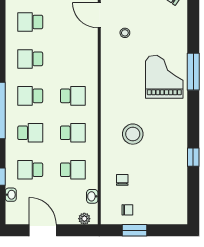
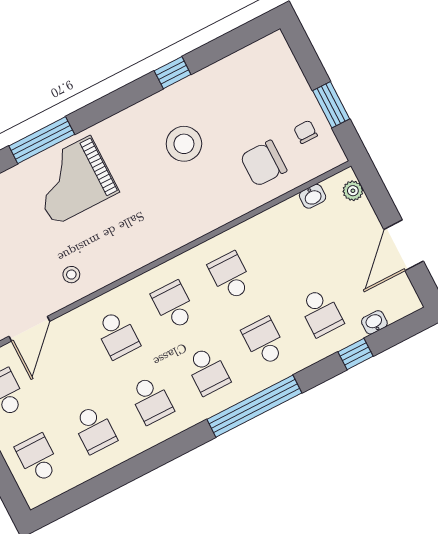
stool: (125, 33) -> (71, 275), moved
stool: (133, 134) -> (184, 144), moved
school desk: (73, 170) -> (117, 335), moved, turned 180
chair: (122, 180) -> (264, 163), width x1.87, depth x1.87

